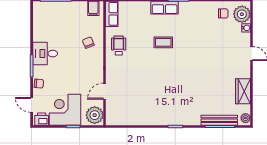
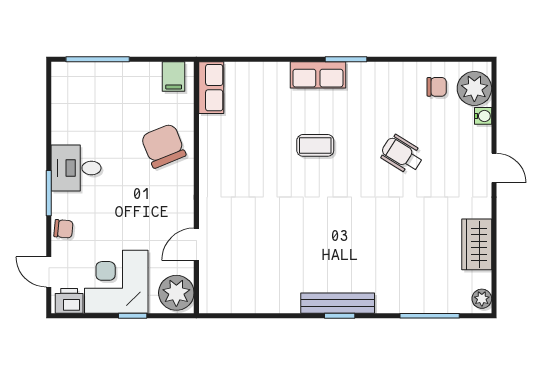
chair: (88, 43) -> (163, 146), width x1.87, depth x1.87
wheelchair: (119, 46) -> (402, 154), moved, turned -58
bench: (219, 120) -> (338, 303), moved

